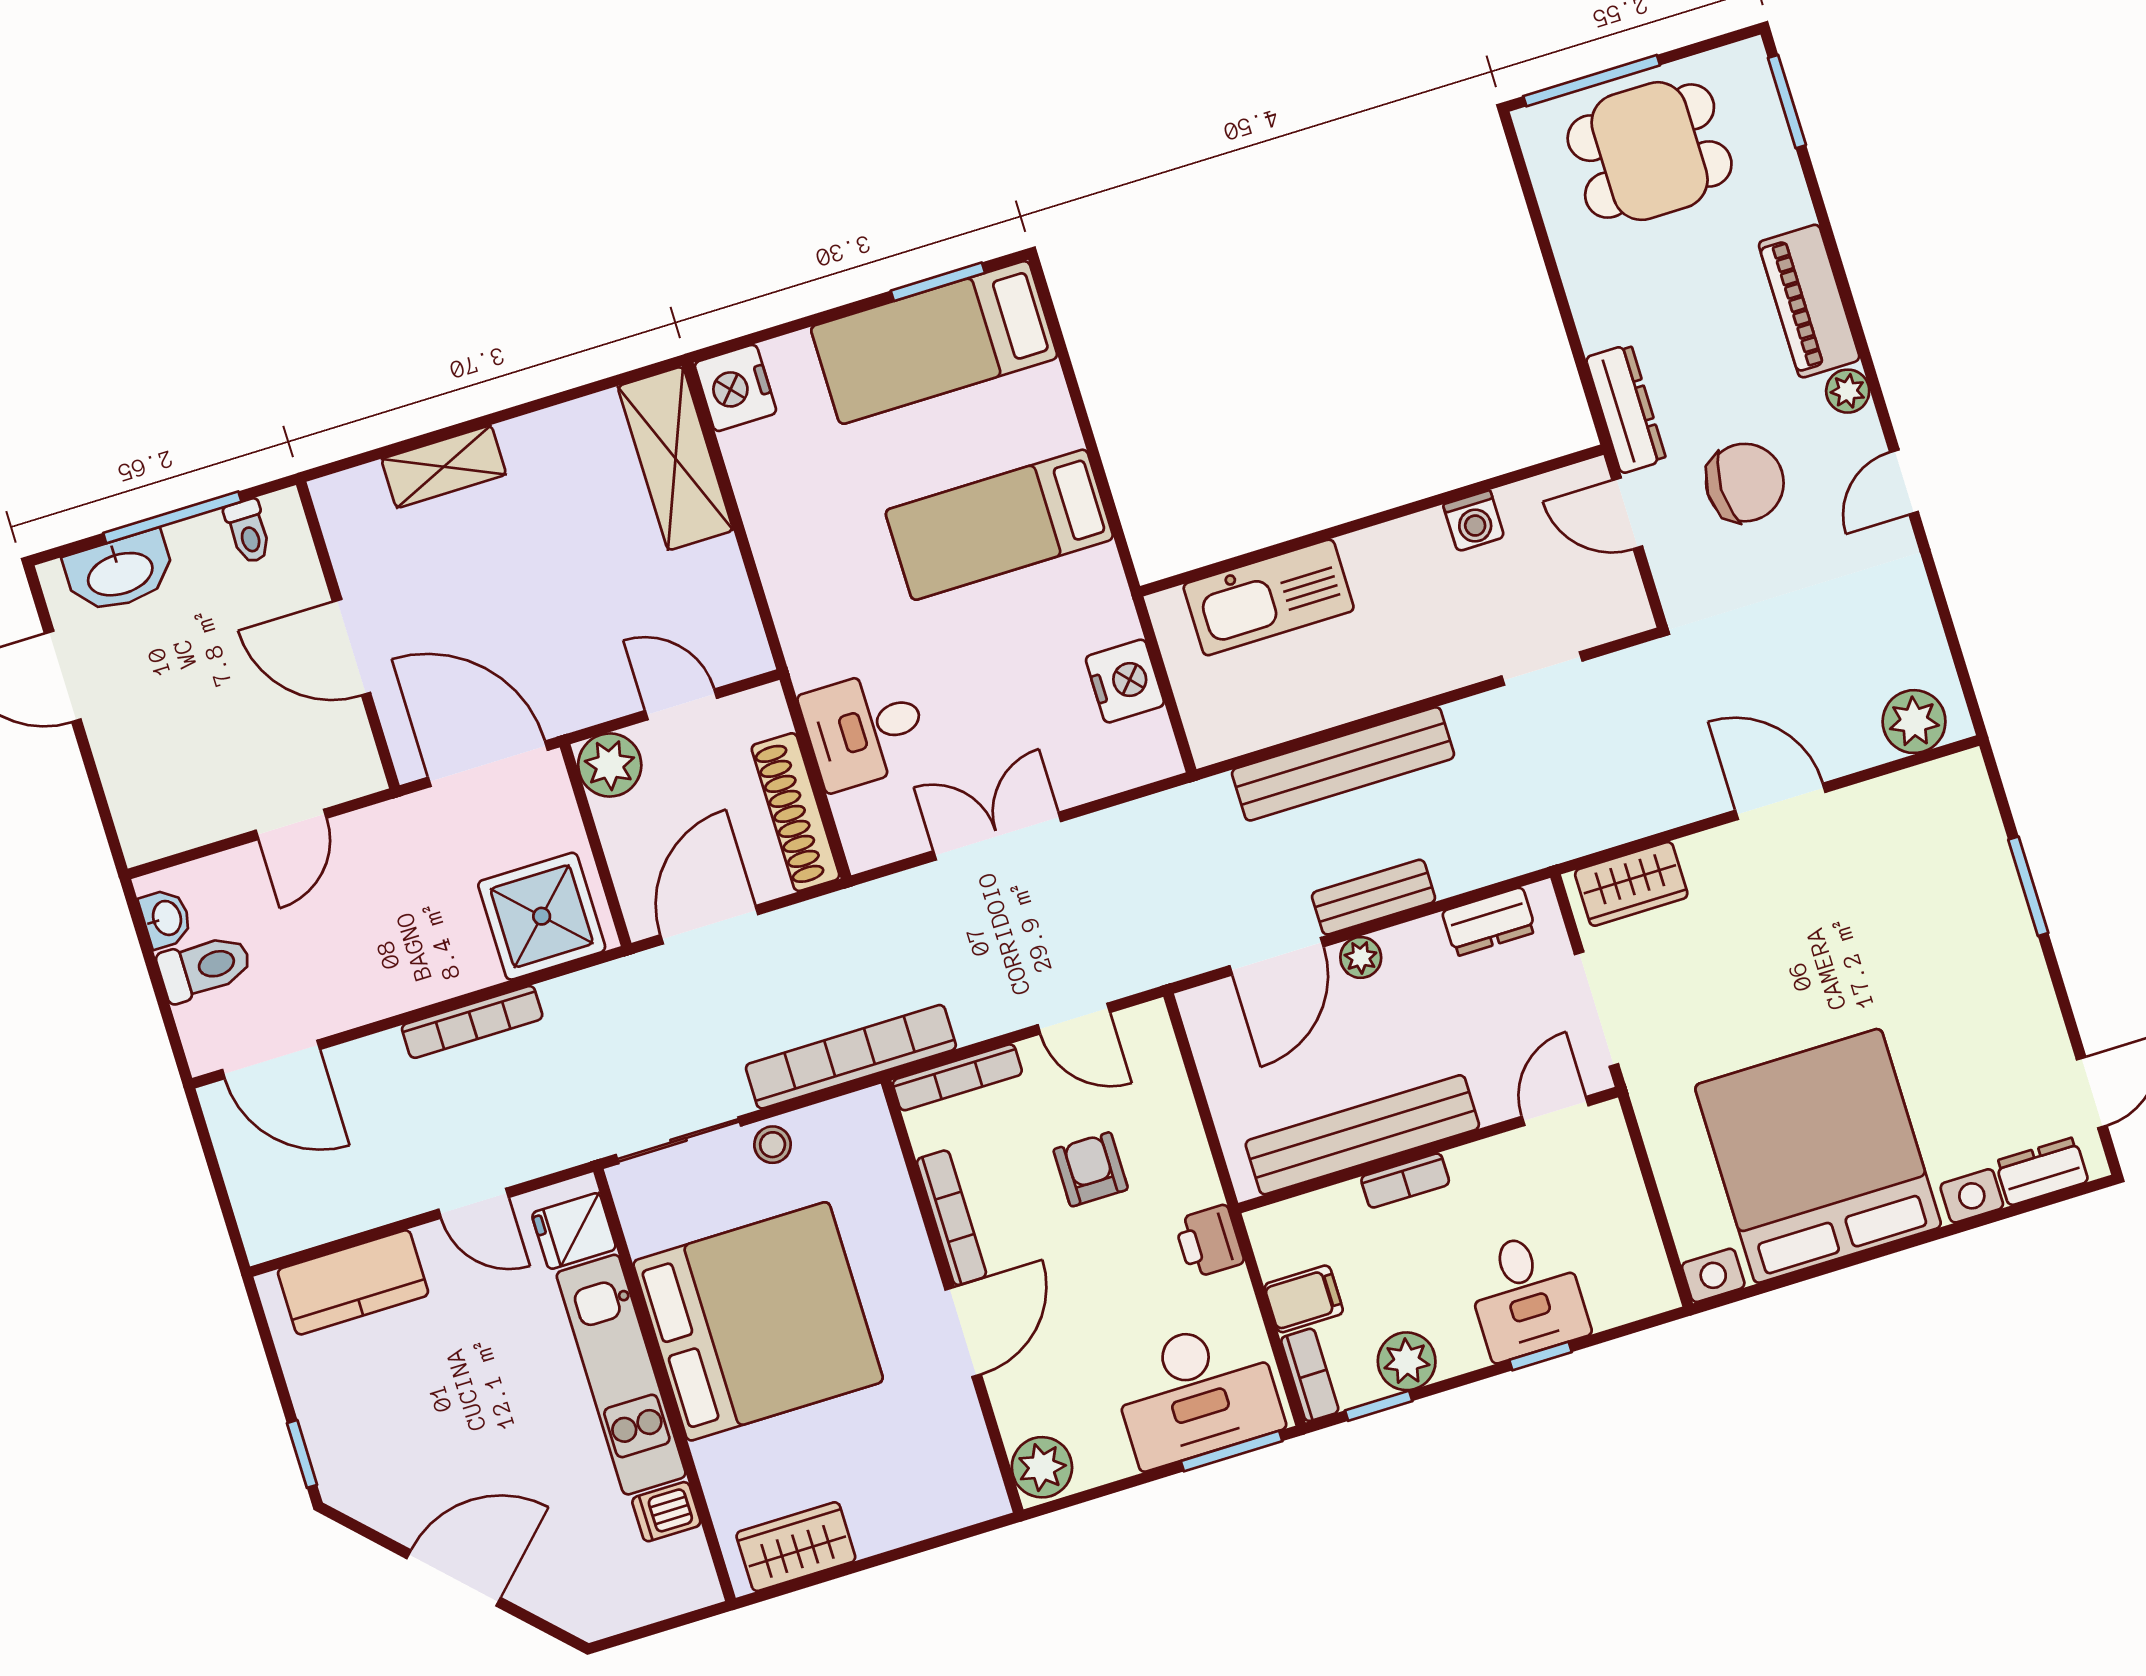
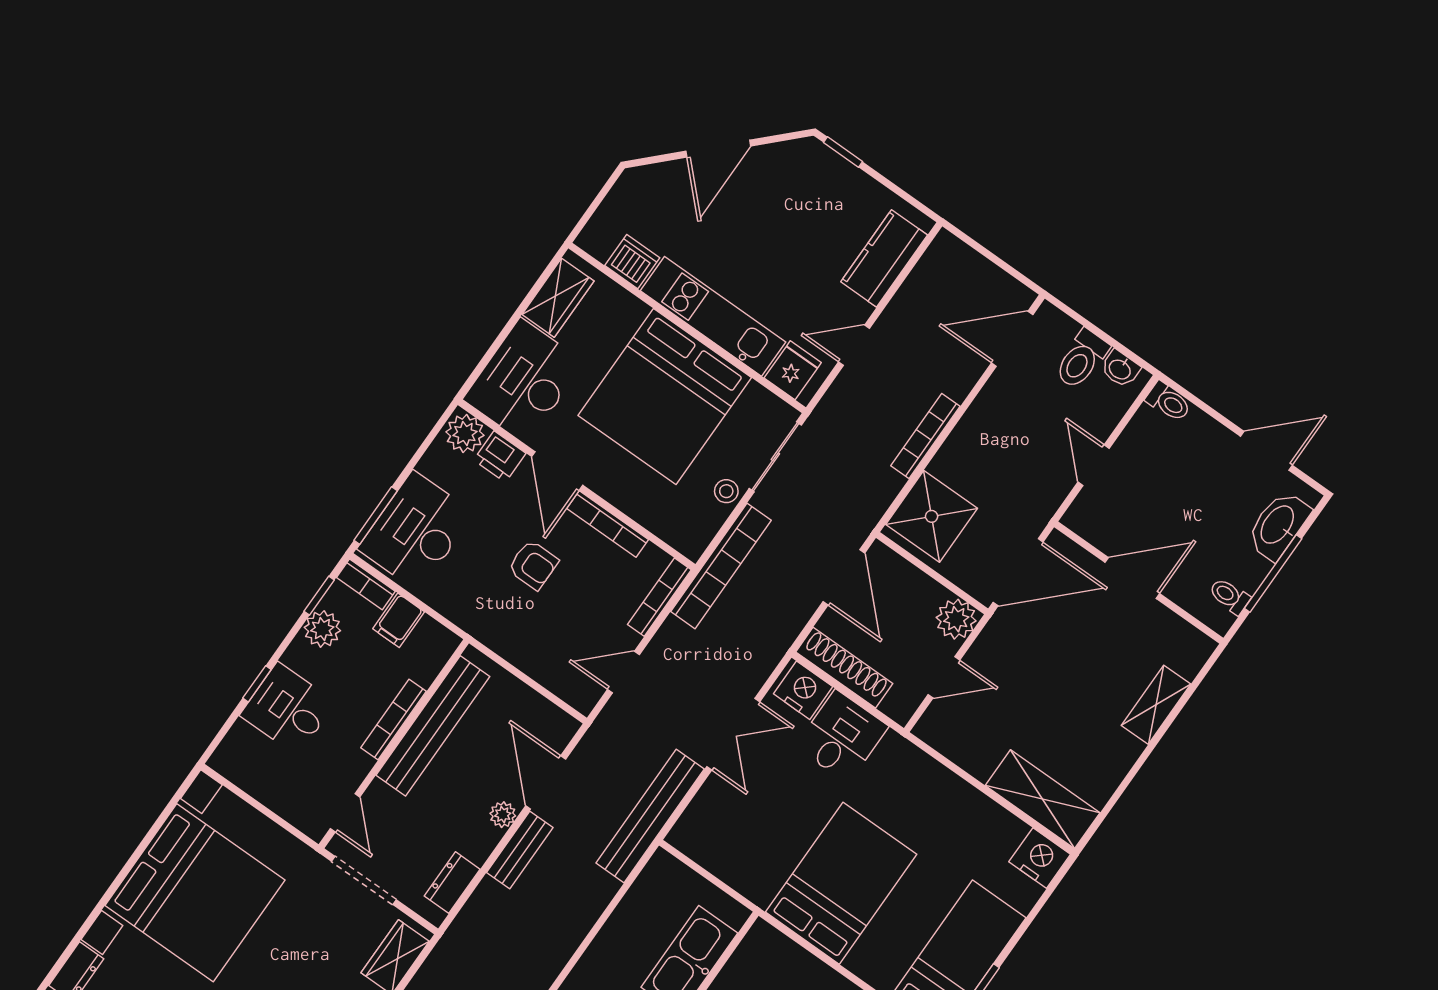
bed: (999, 525) -> (841, 883), width x1.50
nightstand: (1125, 681) -> (803, 690), moved, turned 180
bench: (1343, 764) -> (650, 816), moved
toilet: (137, 831) -> (1168, 402), added
armchair: (1091, 1169) -> (533, 565), moved
bookcase: (1405, 1181) -> (394, 719), width x1.56
printer: (1209, 1241) -> (500, 457), moved, turned 180
desk: (919, 1476) -> (524, 381), added
dishwasher: (666, 1512) -> (632, 262), width x1.38

